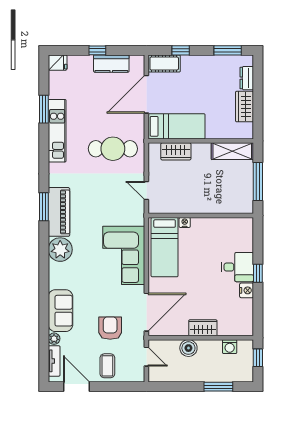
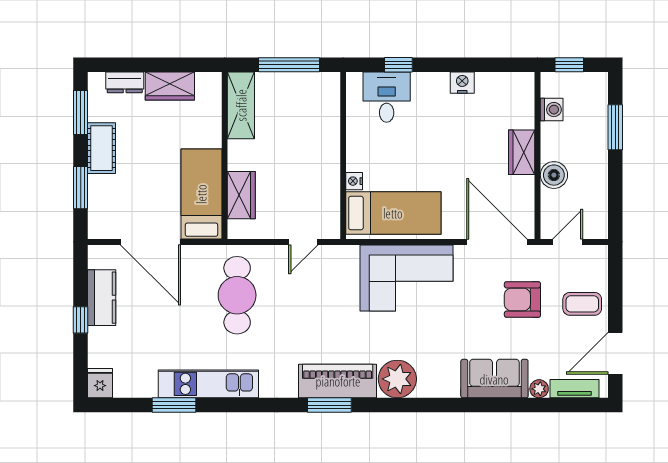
window: (181, 50) -> (81, 188), width x1.50
cot: (164, 63) -> (101, 148), moved
desk: (237, 267) -> (387, 97), moved
window: (258, 273) -> (398, 65), moved

